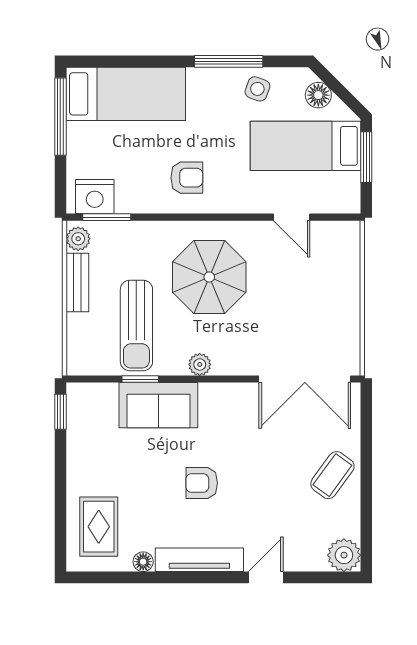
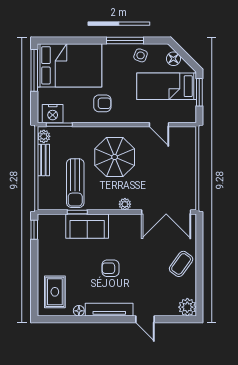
bed: (126, 94) -> (69, 65), width x1.50
plant: (200, 364) -> (125, 204), moved
door: (266, 577) -> (145, 319), swing flipped

